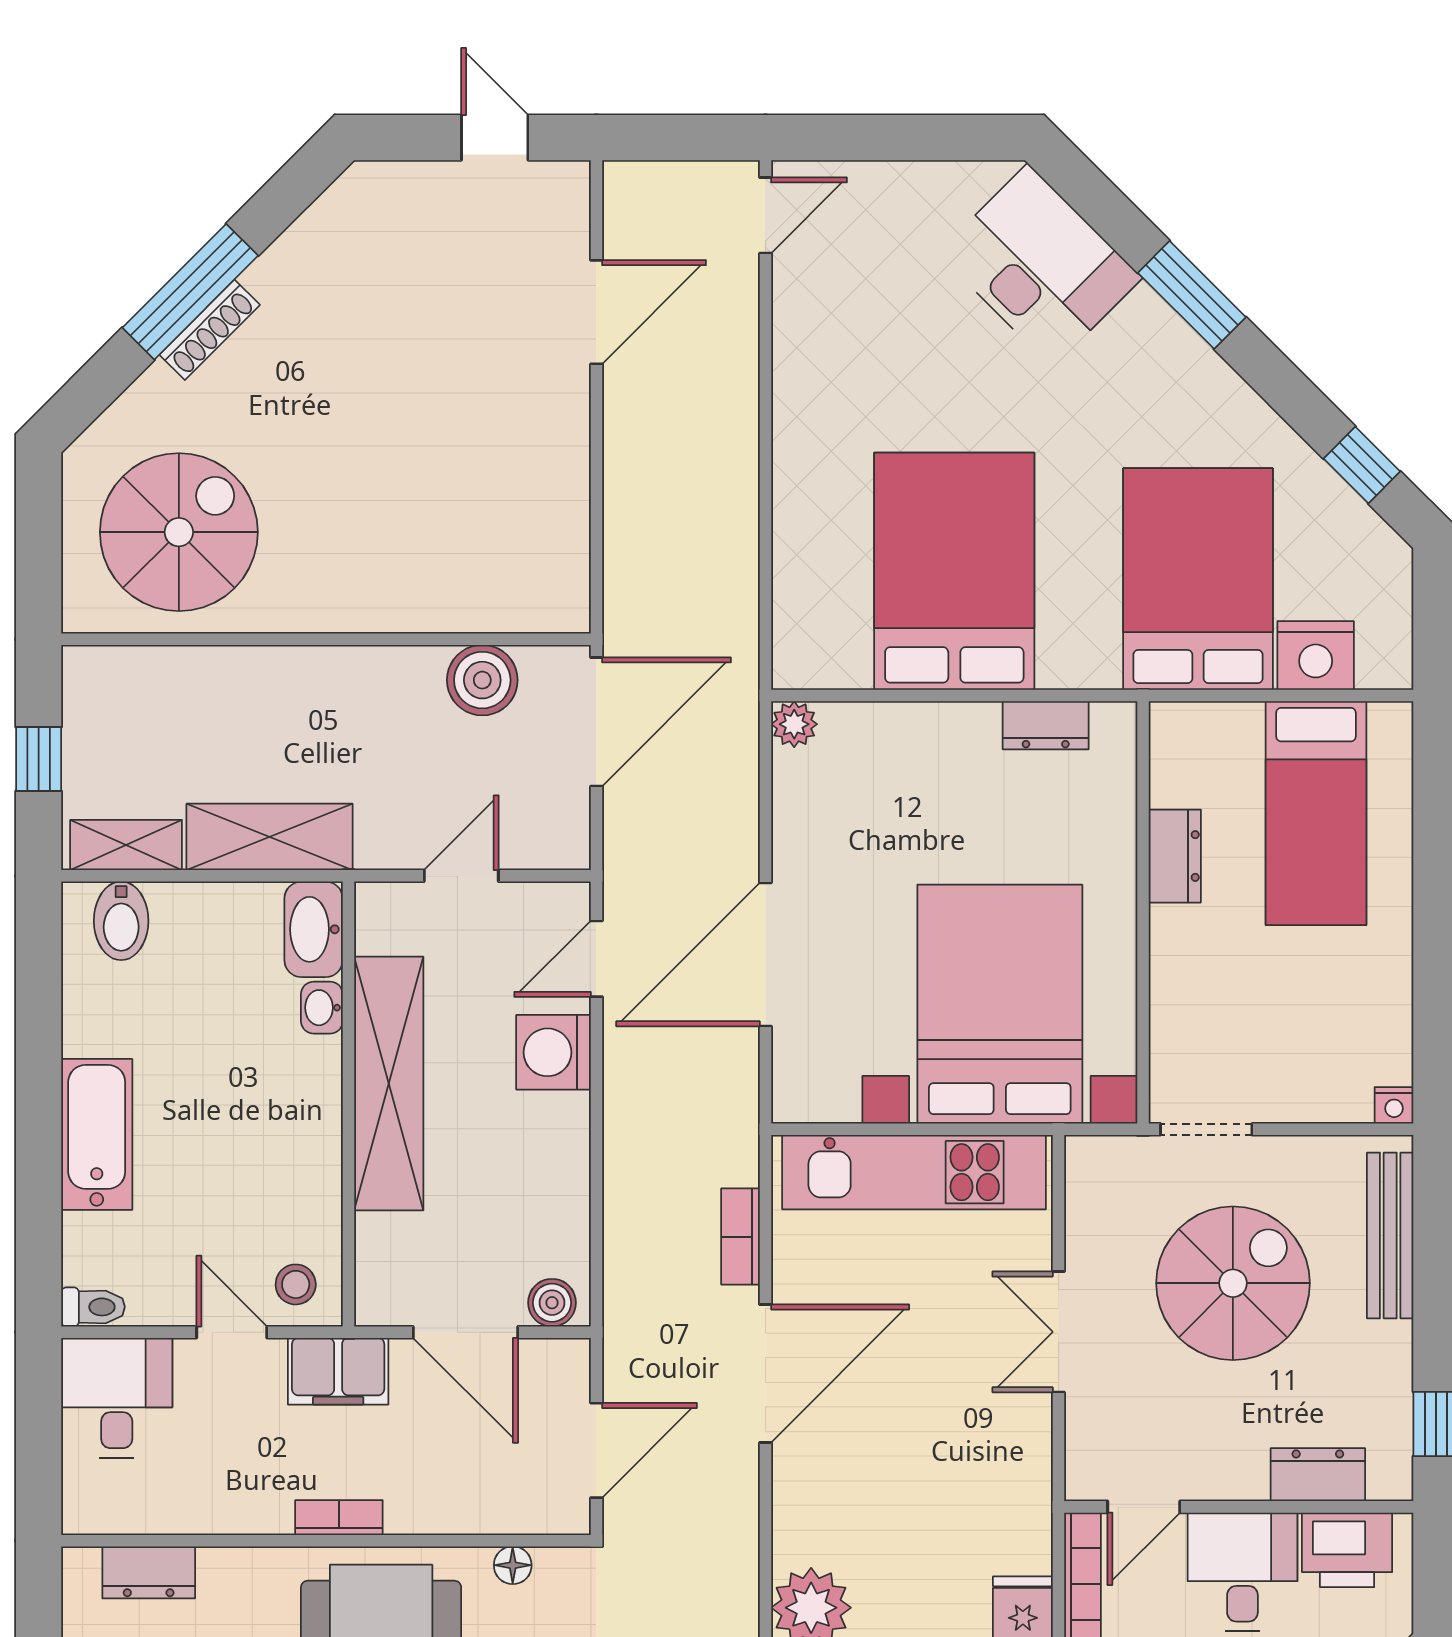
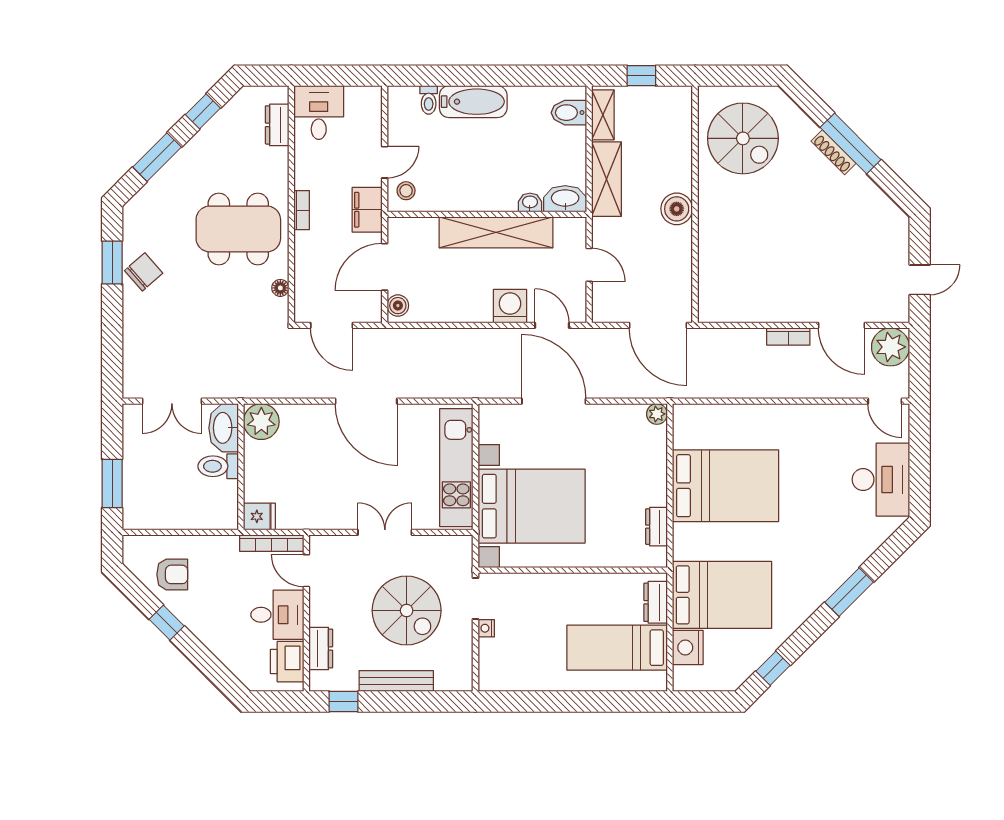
plant: (644, 203) -> (891, 347), added
desk: (1040, 265) -> (881, 480), moved, turned -45
boiler: (482, 680) -> (677, 209), moved
dresser: (1175, 856) -> (656, 602), moved, turned 90
nightstand: (1394, 1105) -> (486, 628), moved
bench: (1390, 1235) -> (396, 681), moved
bookcase: (741, 1237) -> (788, 337), moved, turned 180
toilet: (93, 1307) -> (429, 100), moved
desk: (117, 1398) -> (319, 113), moved, turned -90

